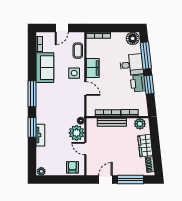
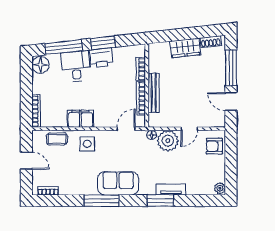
sofa: (45, 68) -> (118, 183), moved
door: (85, 88) -> (126, 129), moved
window: (32, 94) -> (101, 201), moved
plant: (140, 124) -> (156, 55), removed

